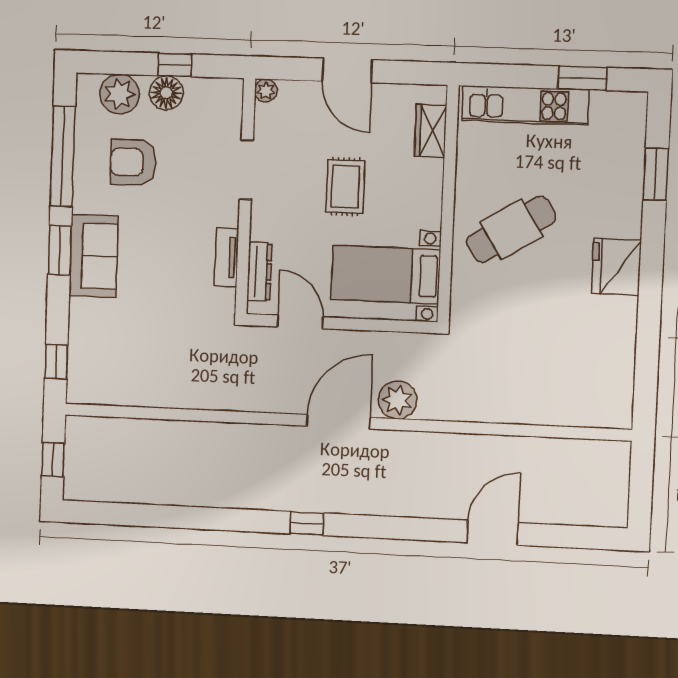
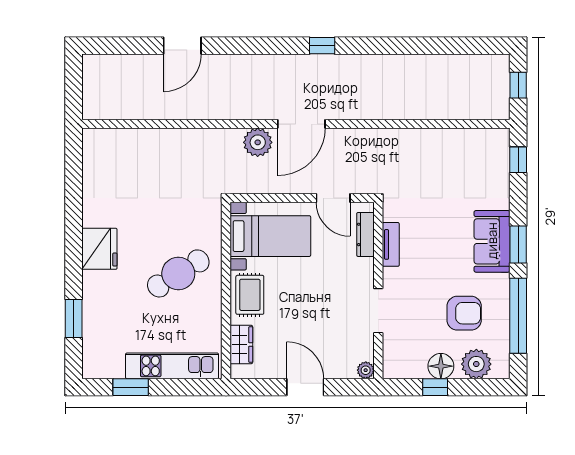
rug: (345, 187) -> (250, 295), moved

